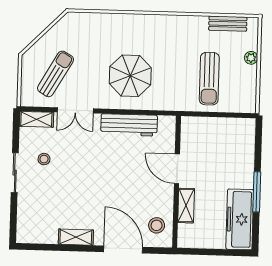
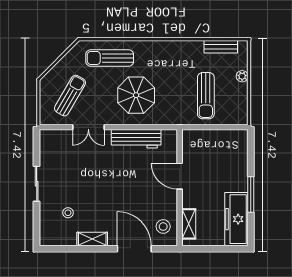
sun lounger: (102, 33) -> (110, 58), added
shelving: (36, 119) -> (54, 136), removed
stool: (44, 159) -> (68, 213), moved
shelving: (186, 206) -> (189, 224), moved

